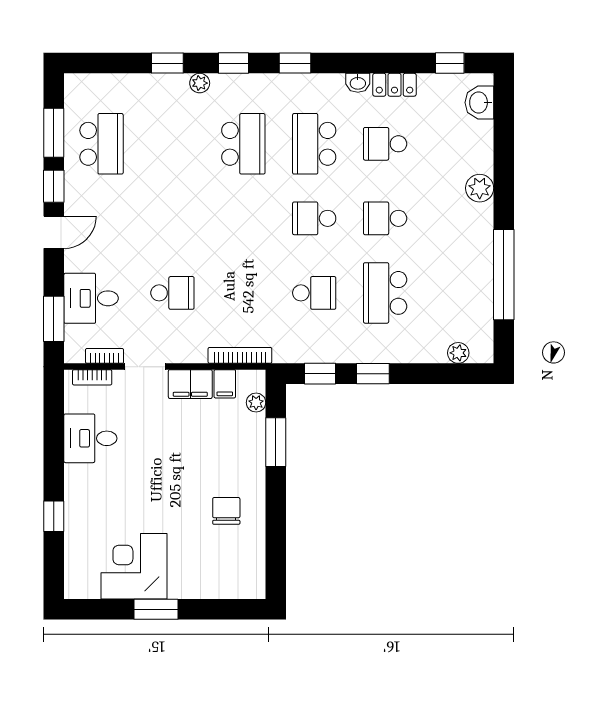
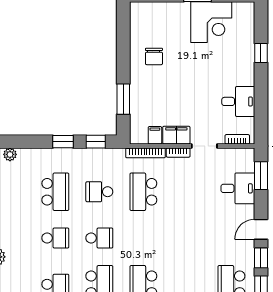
school desk: (172, 293) -> (143, 192), moved, width x1.85
bookcase: (105, 356) -> (178, 153), moved
plant: (256, 403) -> (135, 124), removed

